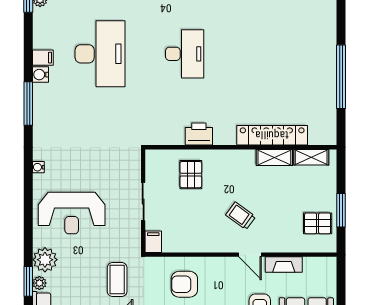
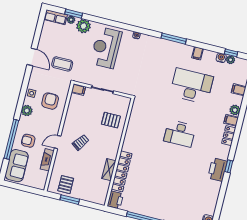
desk: (100, 54) -> (192, 86), turned 180
water cooler: (40, 75) -> (221, 58), moved
printer: (199, 134) -> (115, 200), moved
shelving: (311, 157) -> (104, 190), removed

